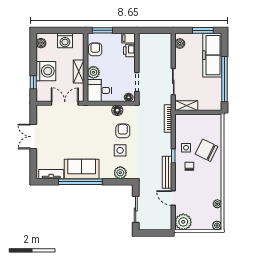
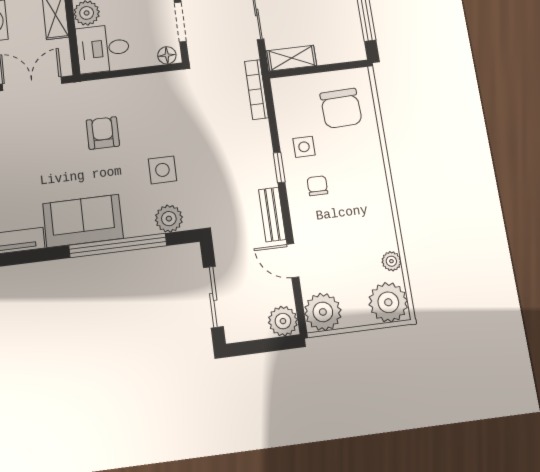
floor lamp: (117, 110) -> (146, 85), removed
armchair: (123, 131) -> (103, 133), moved
chair: (206, 150) -> (341, 108), moved, turned -118
bench: (167, 172) -> (272, 214), width x0.73
window: (80, 182) -> (118, 245), moved
plant: (165, 224) -> (283, 321), added
plant: (217, 225) -> (388, 302), width x1.88, depth x1.88

